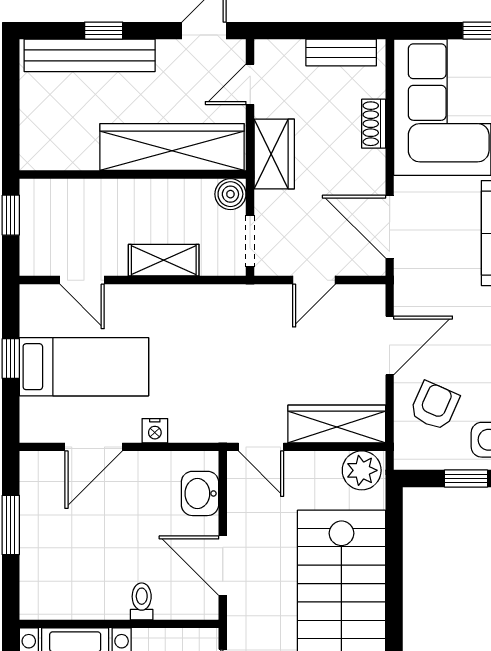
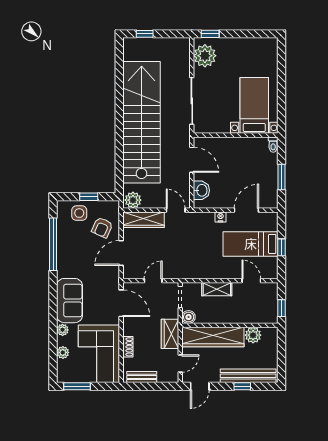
plant: (78, 151) -> (253, 335), added
toilet: (142, 601) -> (273, 145), moved

